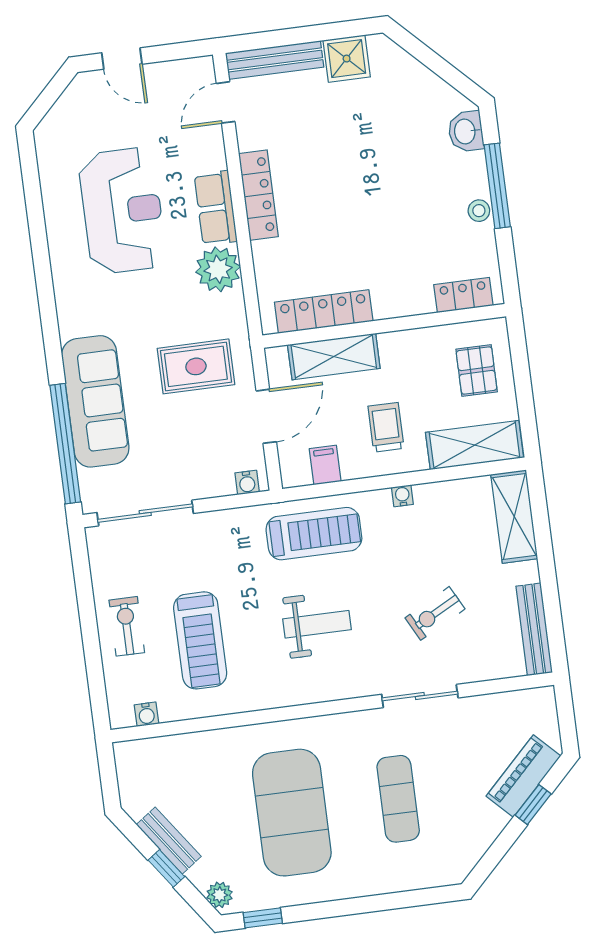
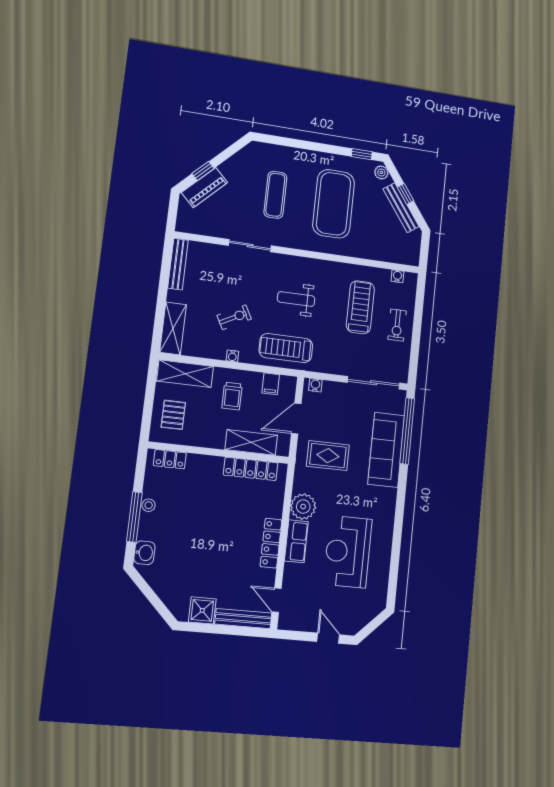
door: (226, 102) -> (277, 600), swing flipped
exercise bike: (435, 613) -> (234, 317), moved
bench: (169, 841) -> (401, 208), width x1.36

